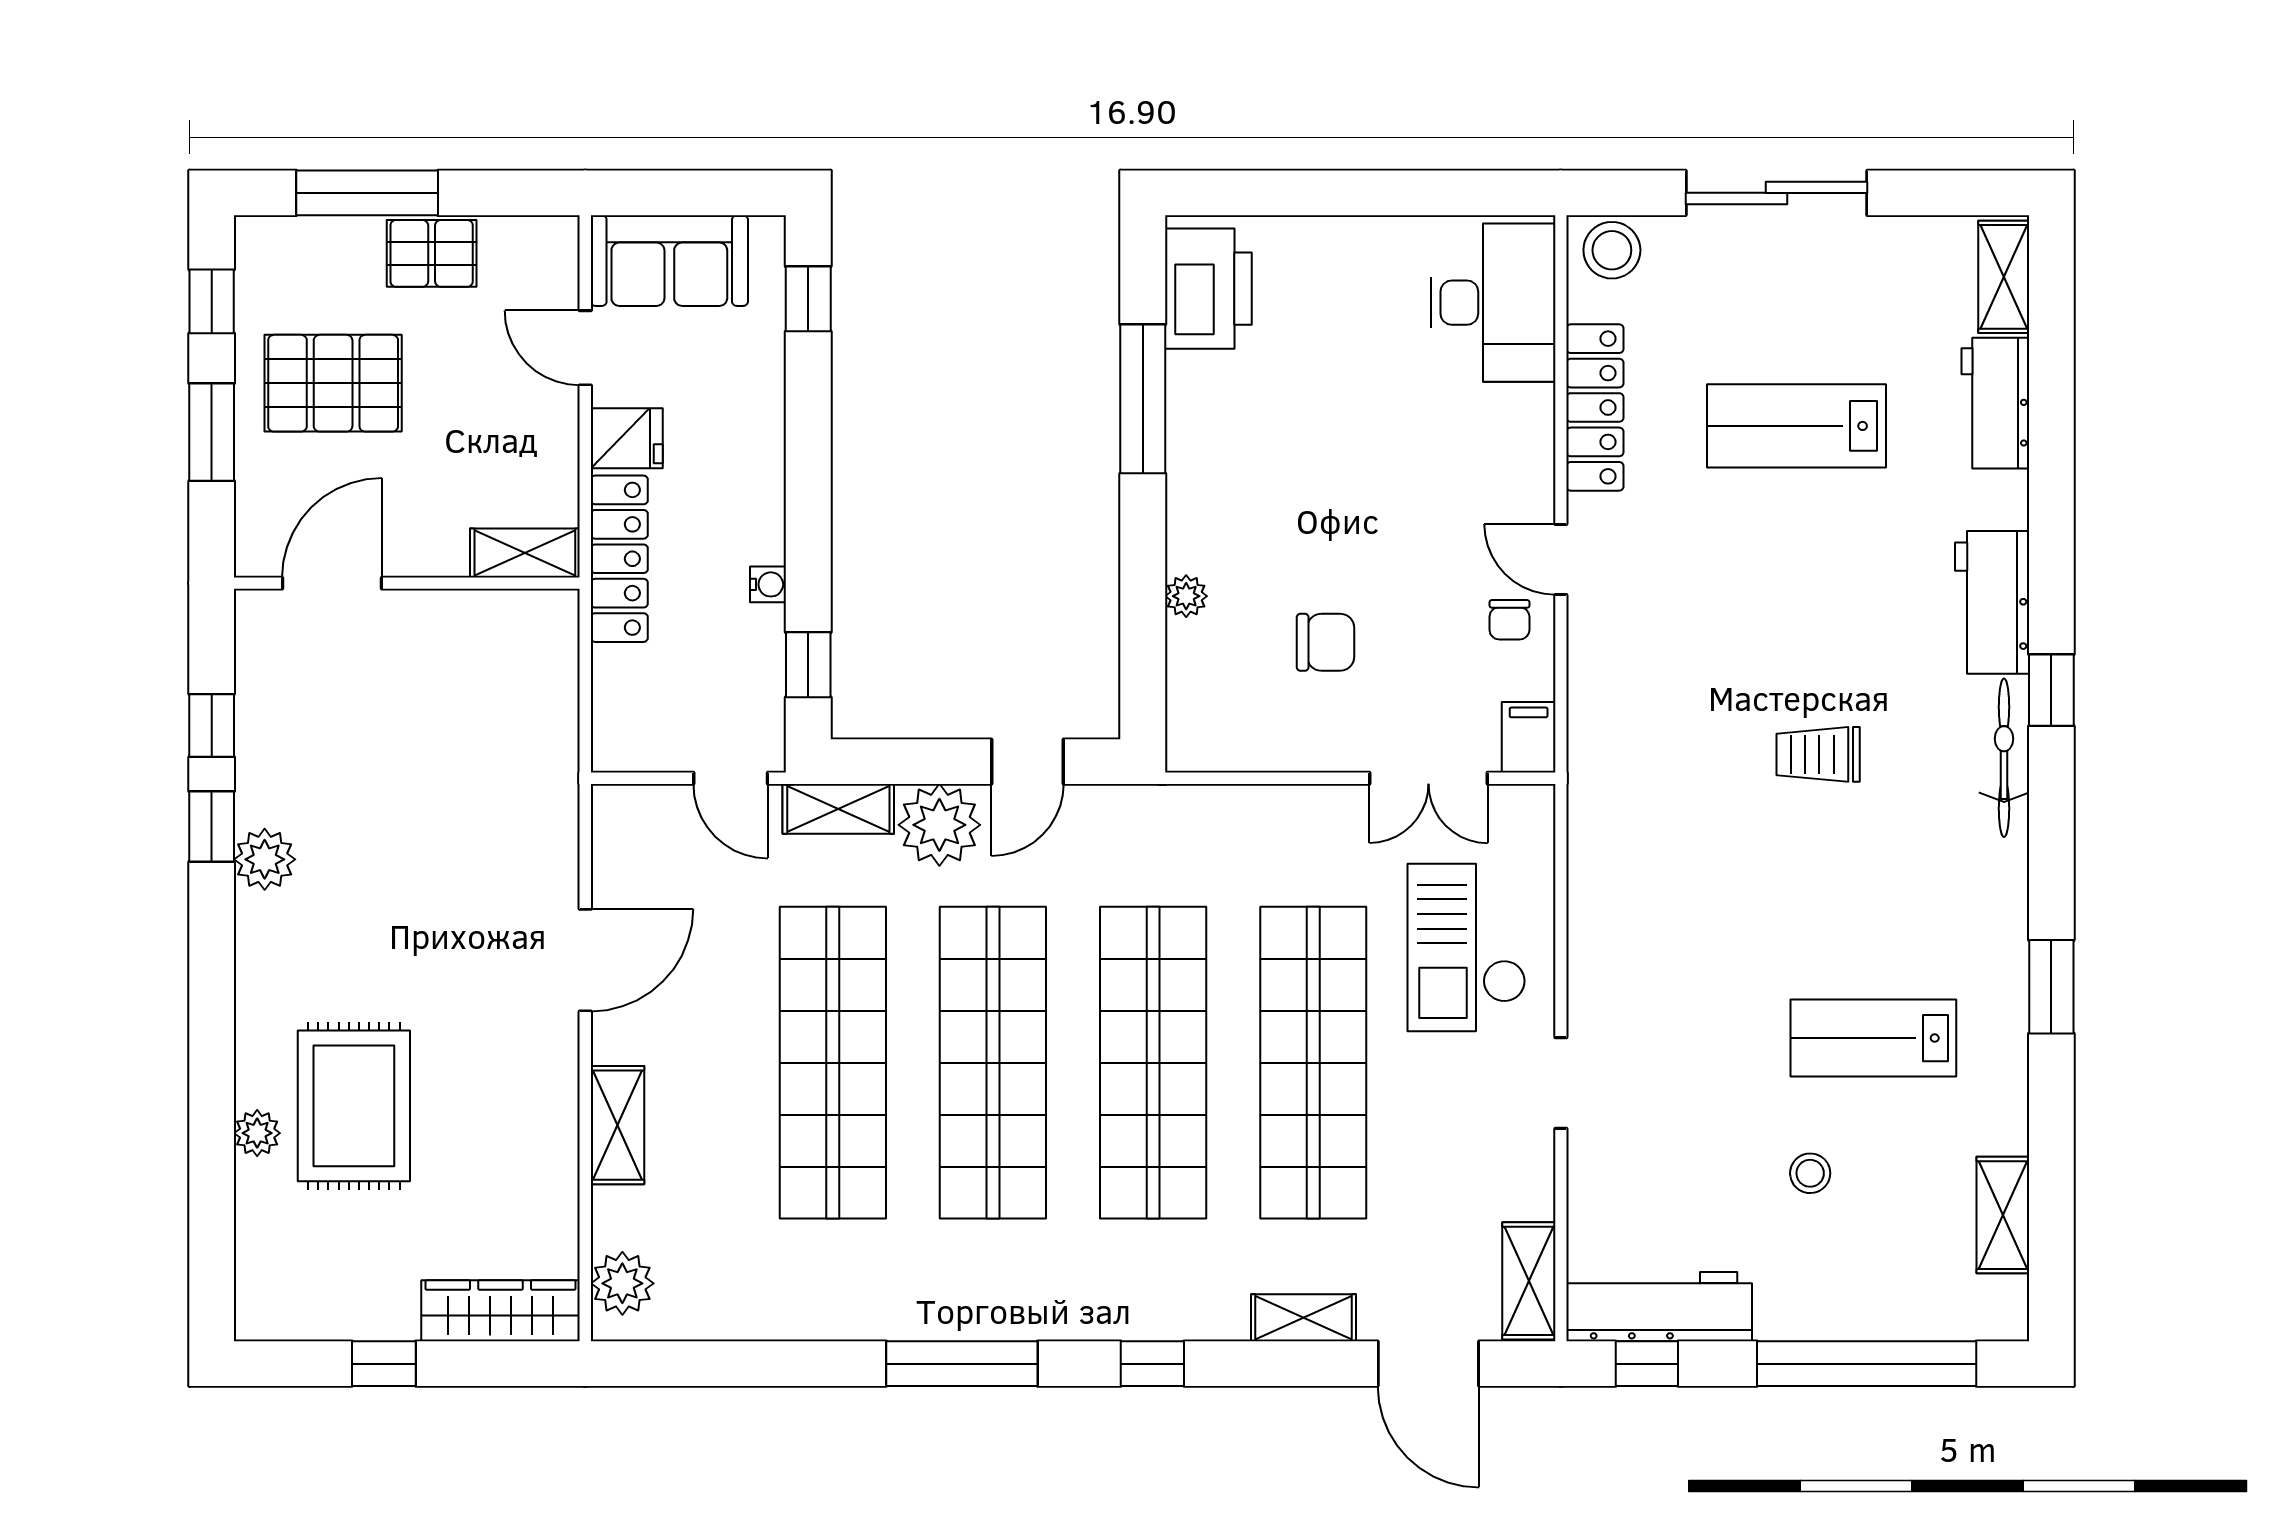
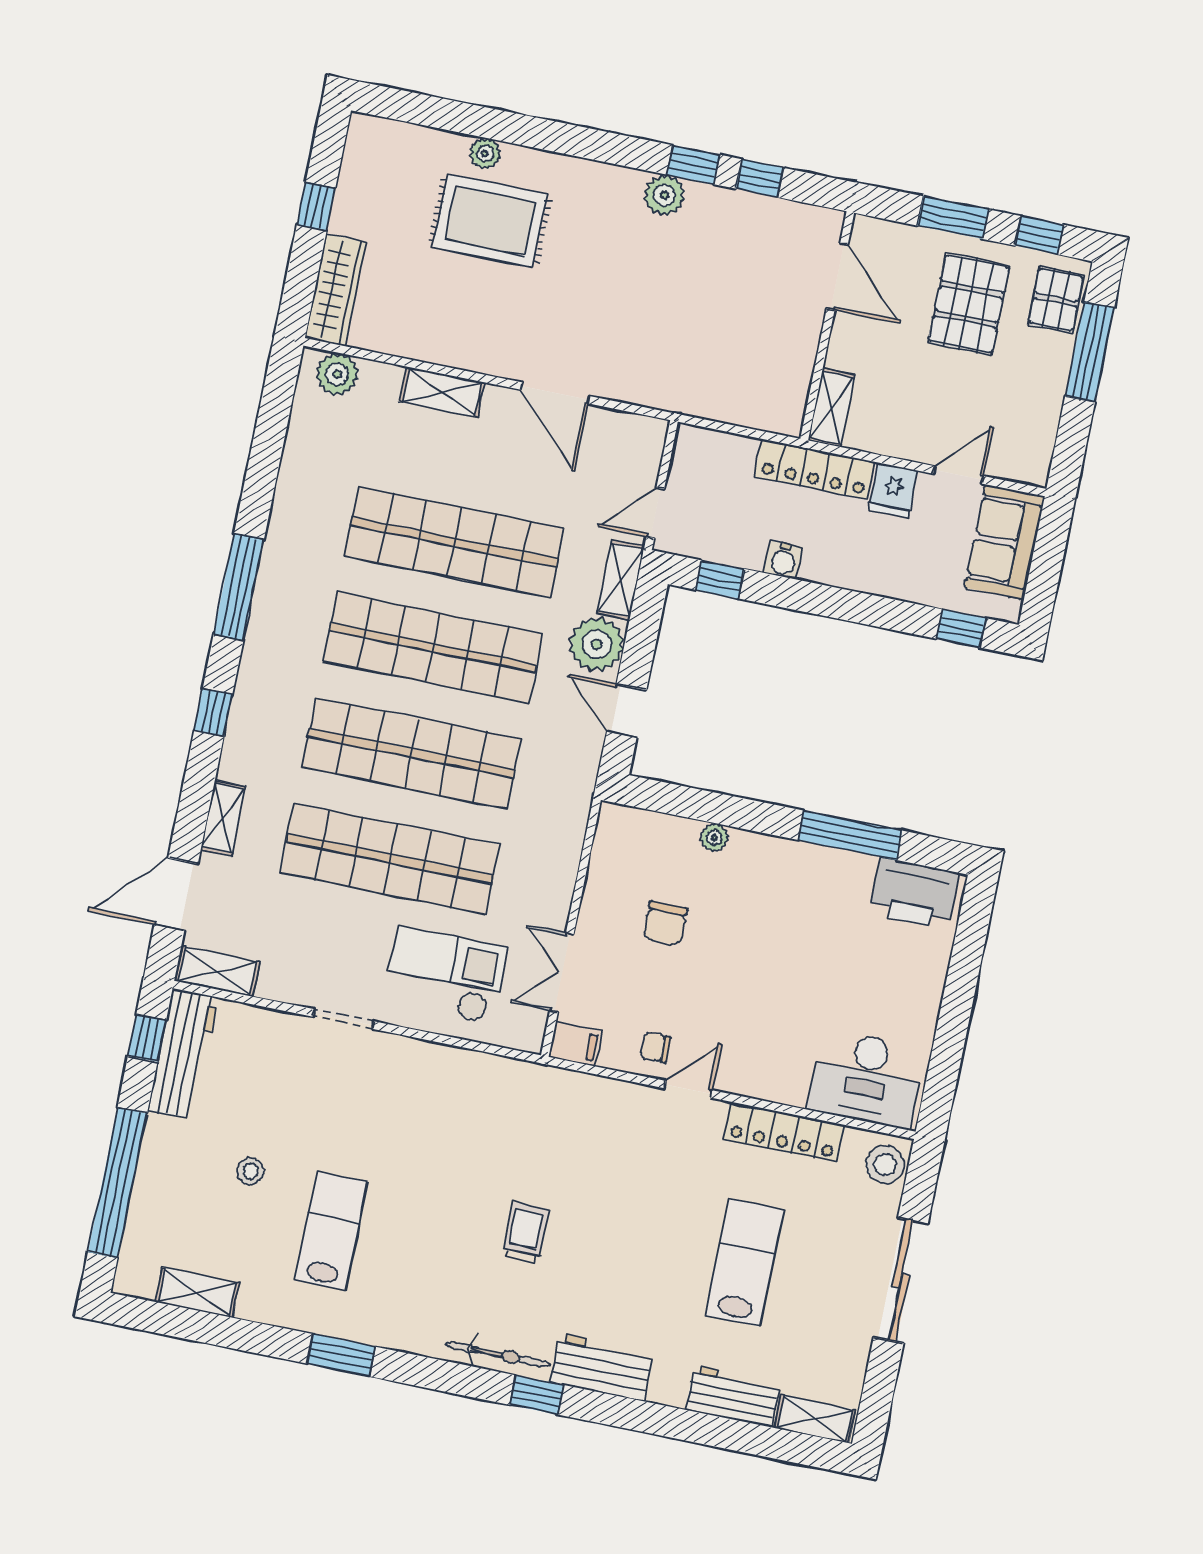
pallet: (432, 253) -> (1056, 300), moved
water cooler: (768, 584) -> (783, 560), width x1.38, depth x1.38

